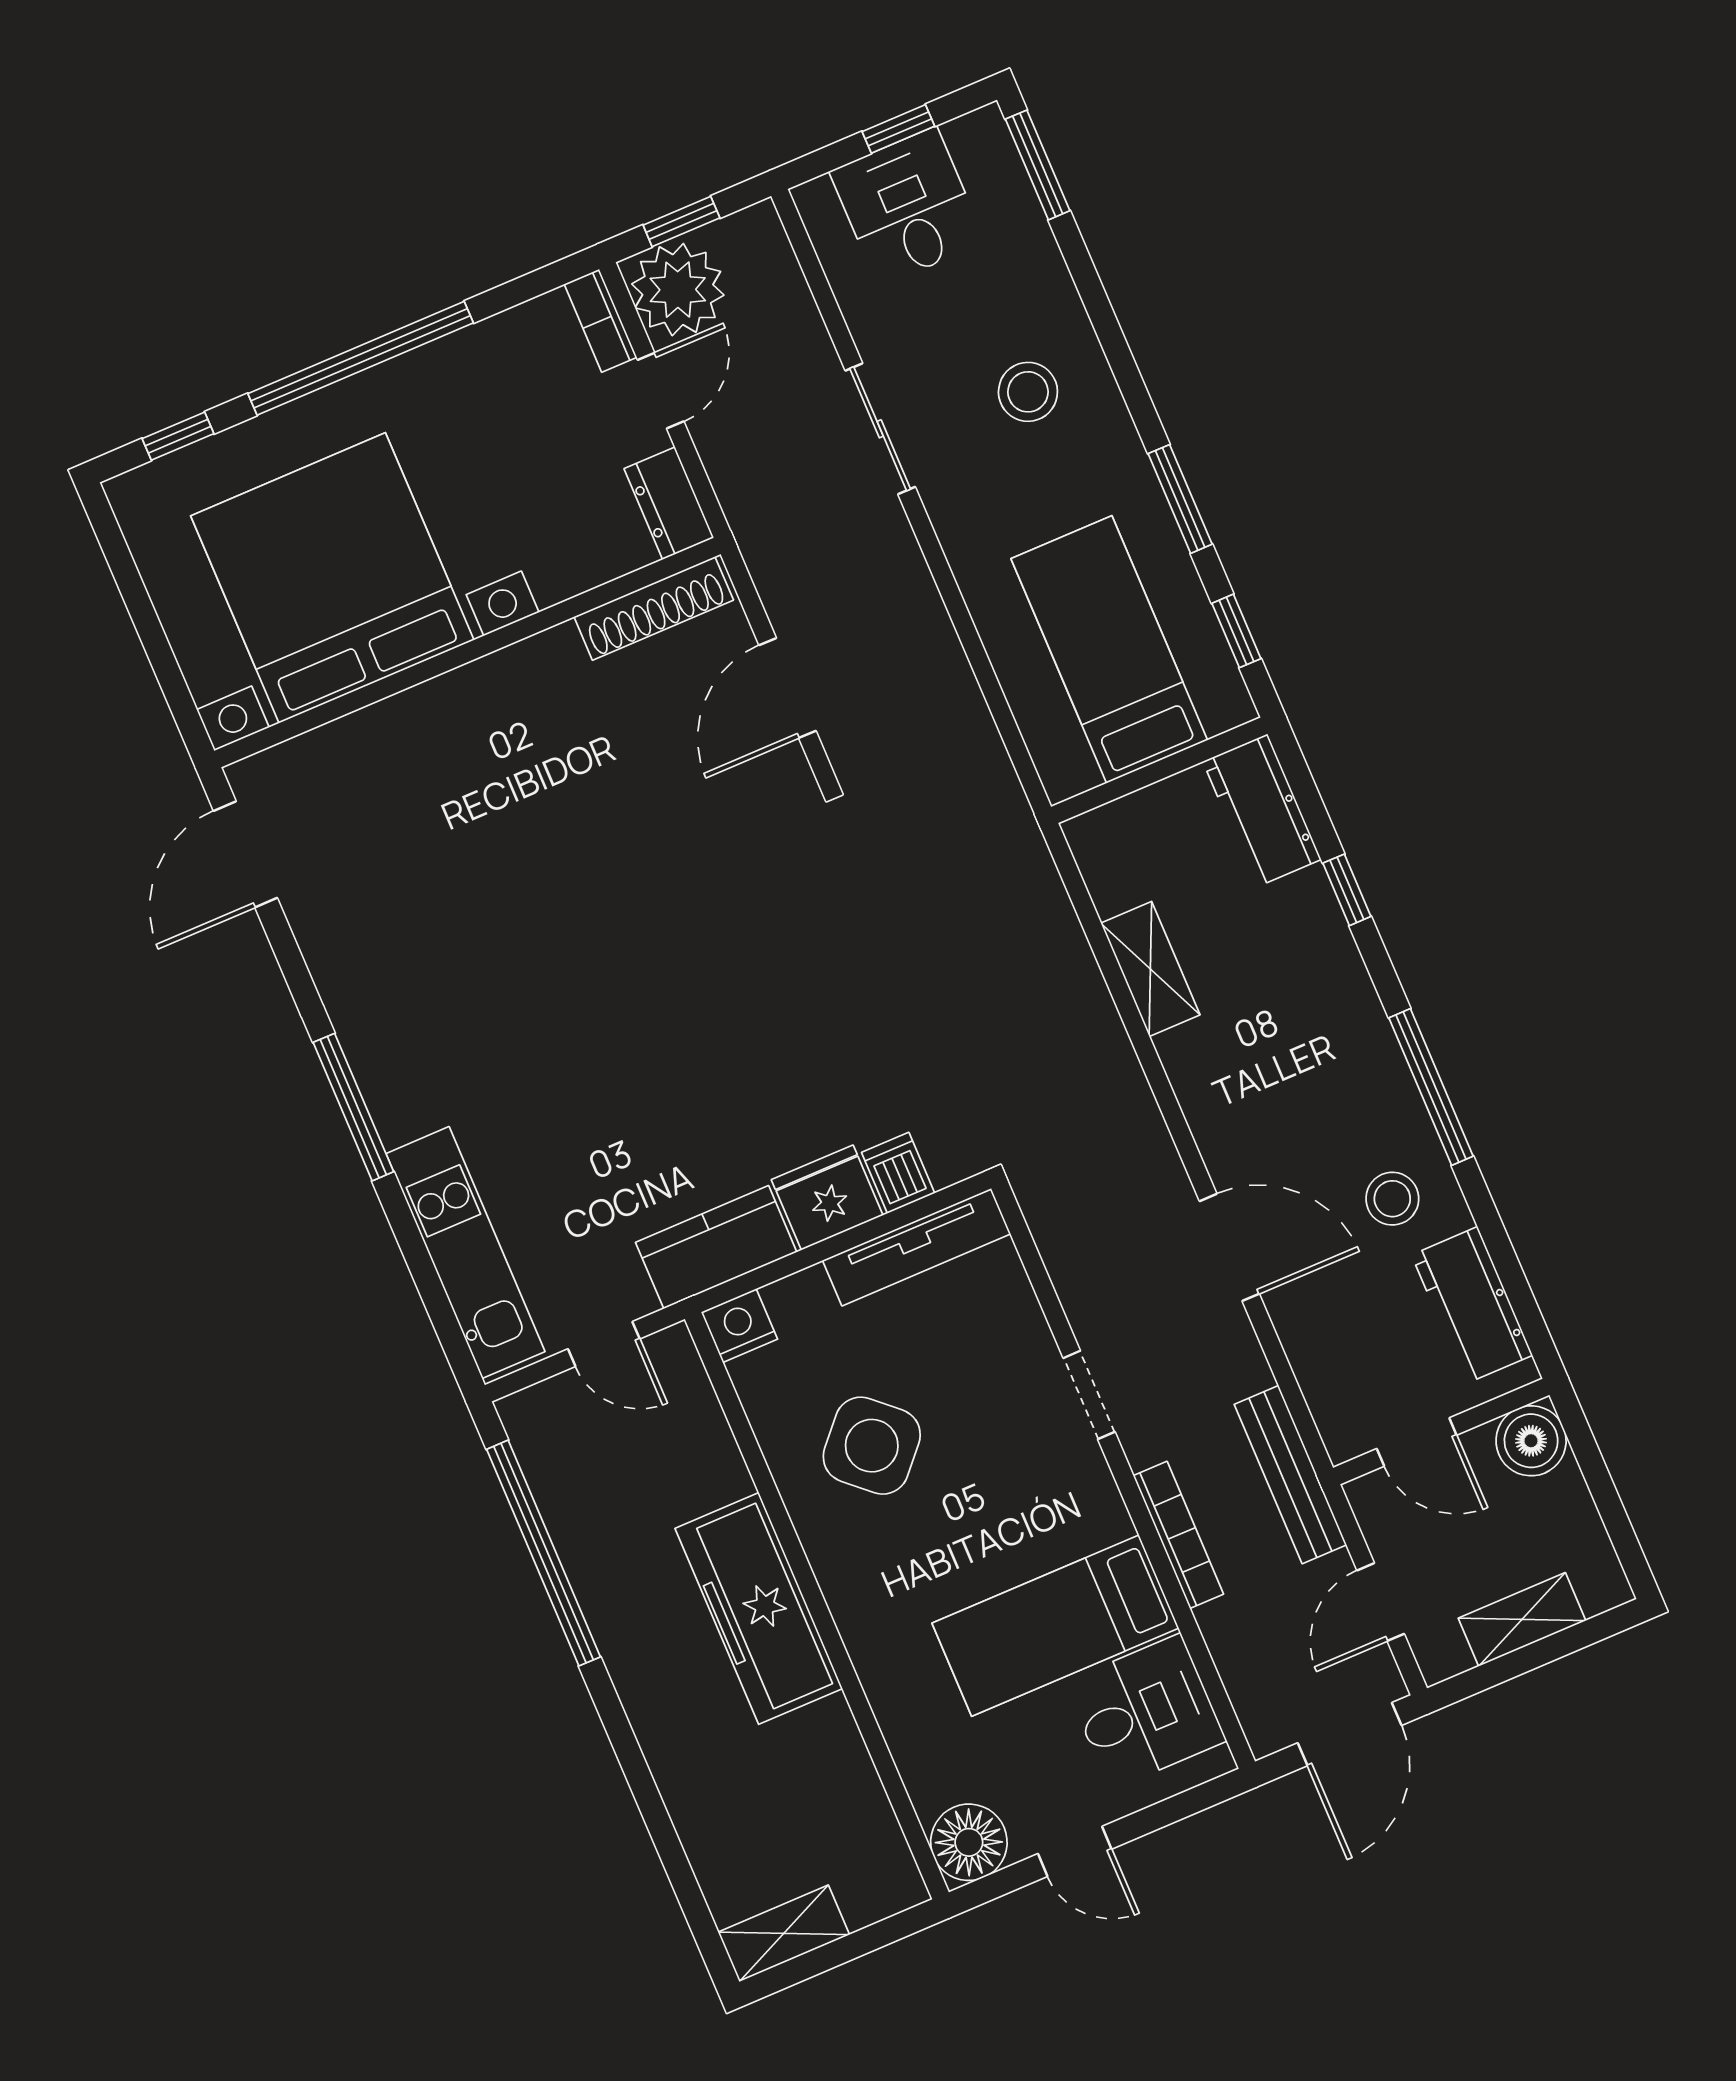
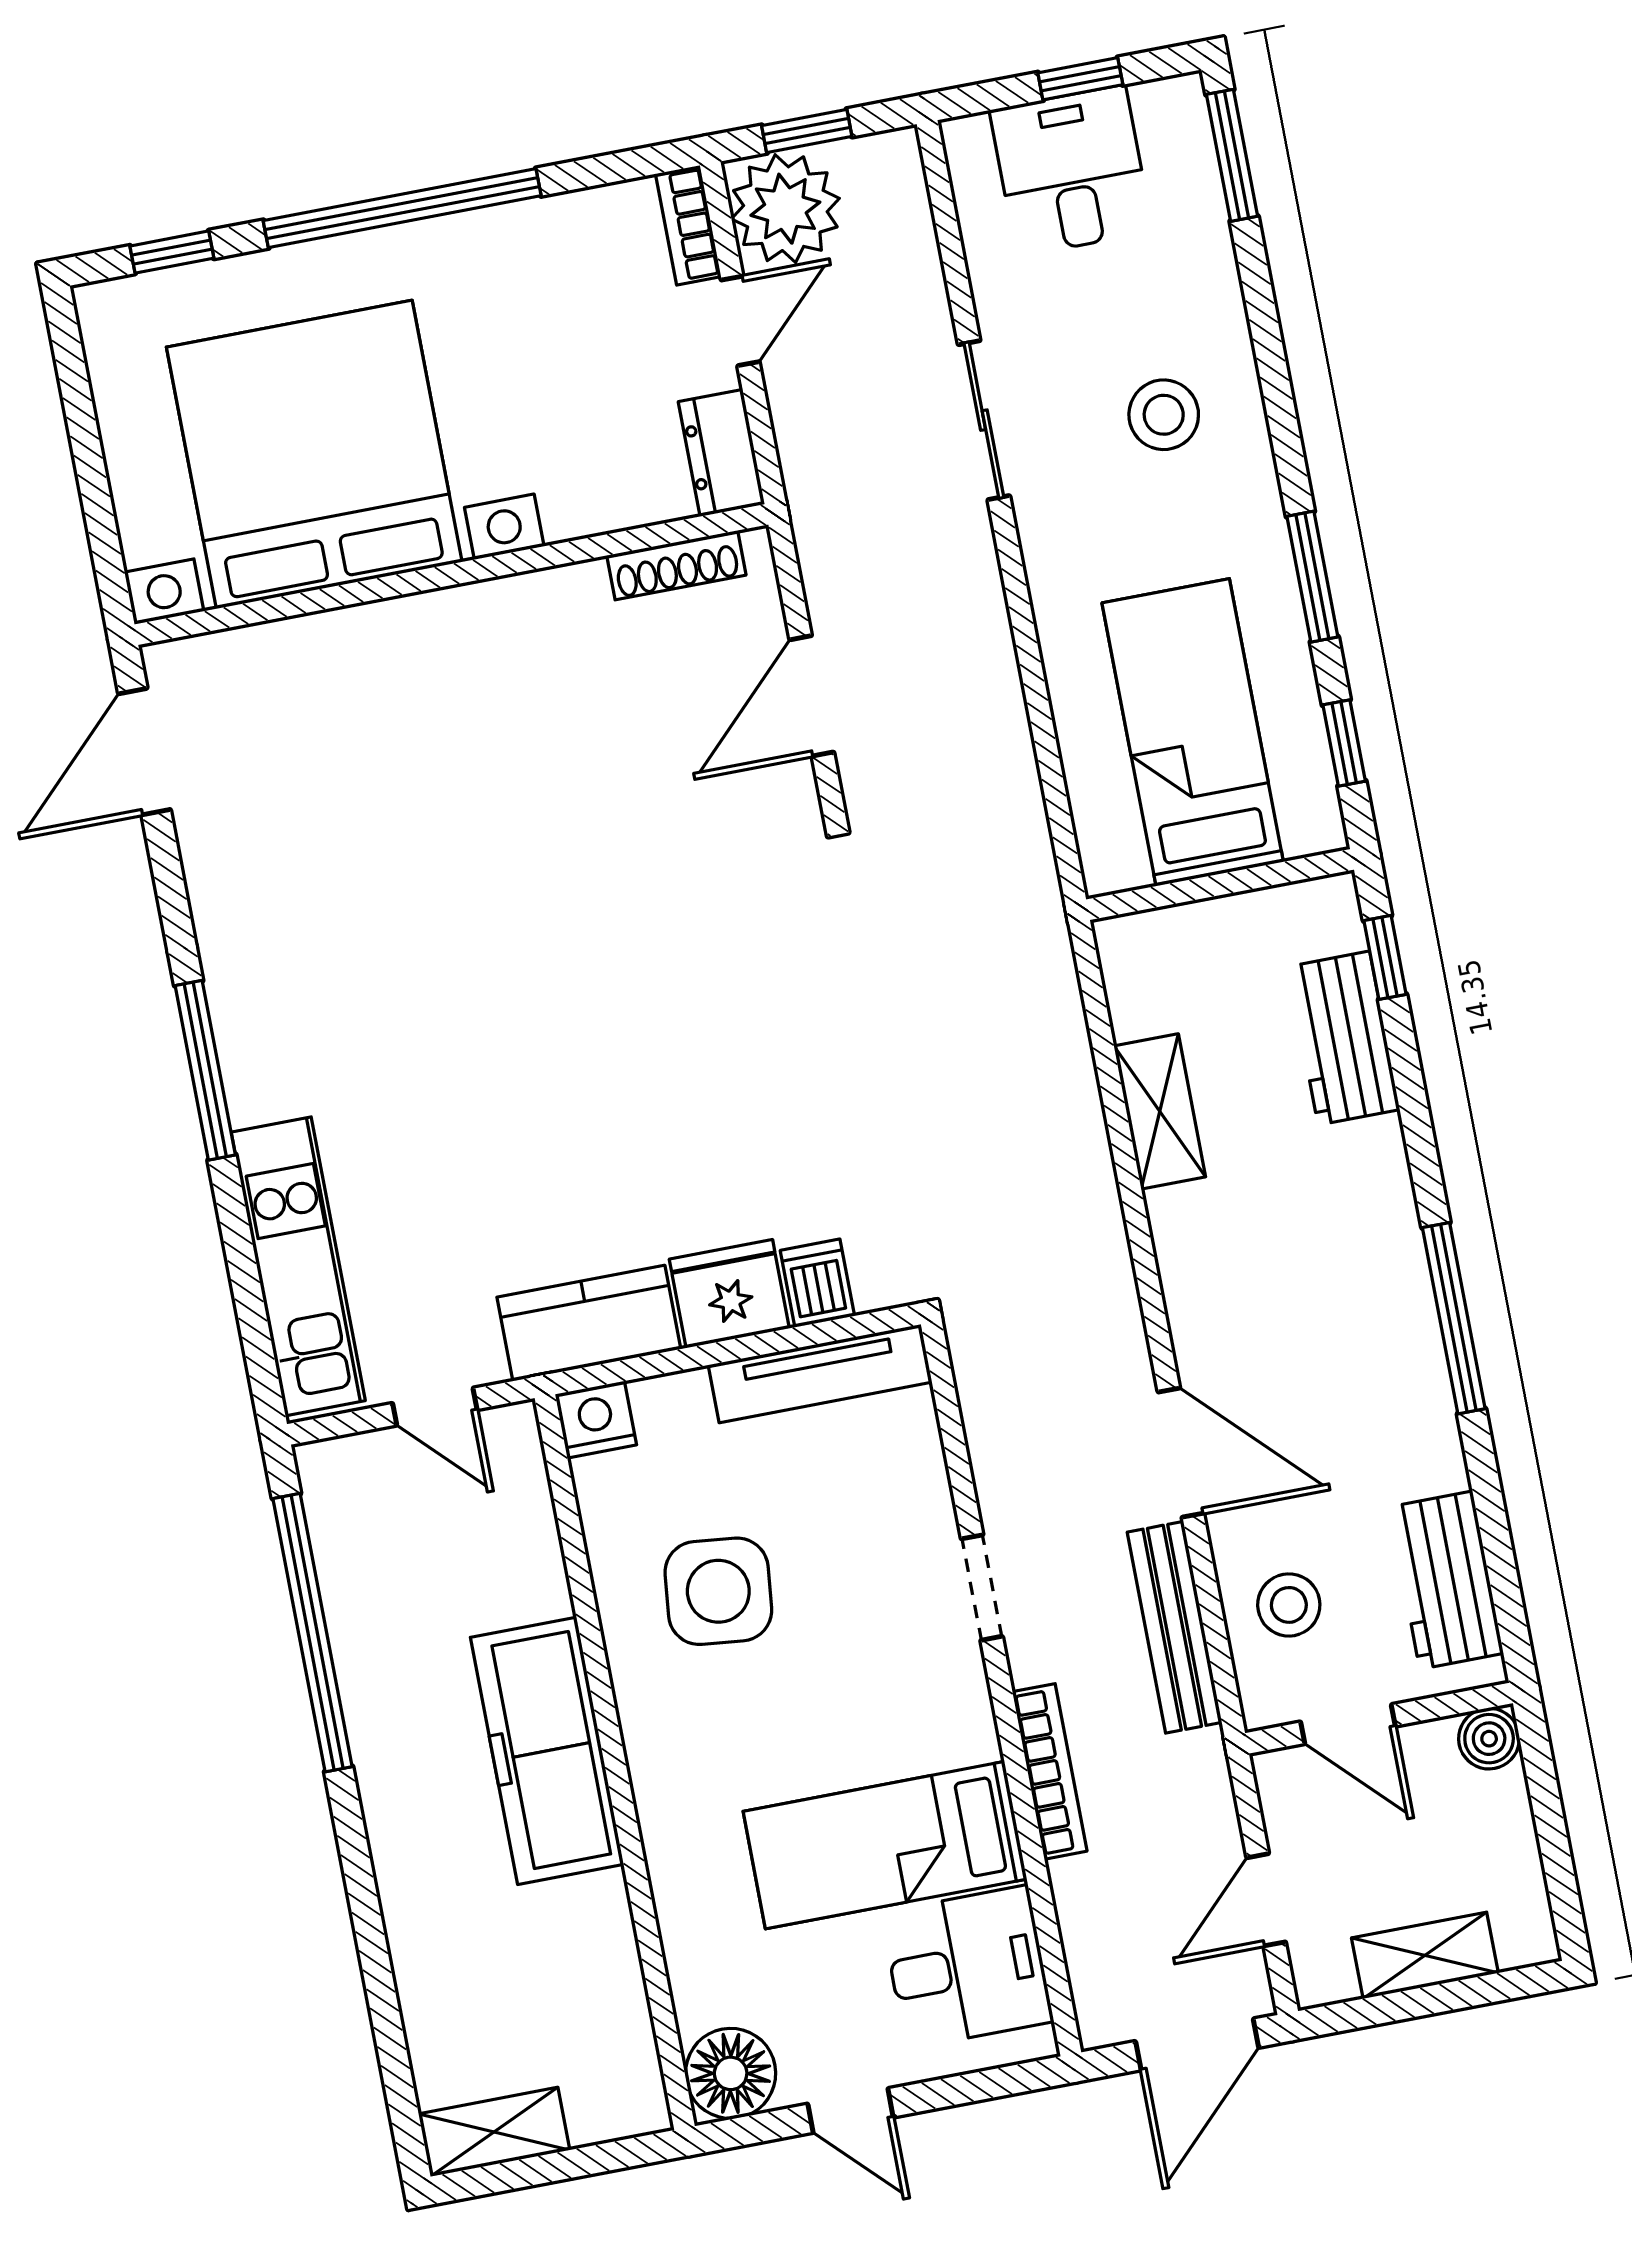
shoe rack: (654, 608) -> (676, 565), width x0.74, depth x0.81
workbench: (1262, 810) -> (1344, 1038), moved
window: (1347, 890) -> (1385, 957), moved
stool: (1392, 1199) -> (1289, 1605), moved
boiler: (1531, 1441) -> (1489, 1739), width x0.73, depth x0.73
side table: (872, 1446) -> (718, 1591), turned -36
bench: (1290, 1475) -> (1175, 1627), moved

